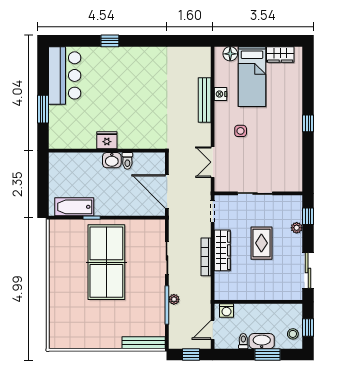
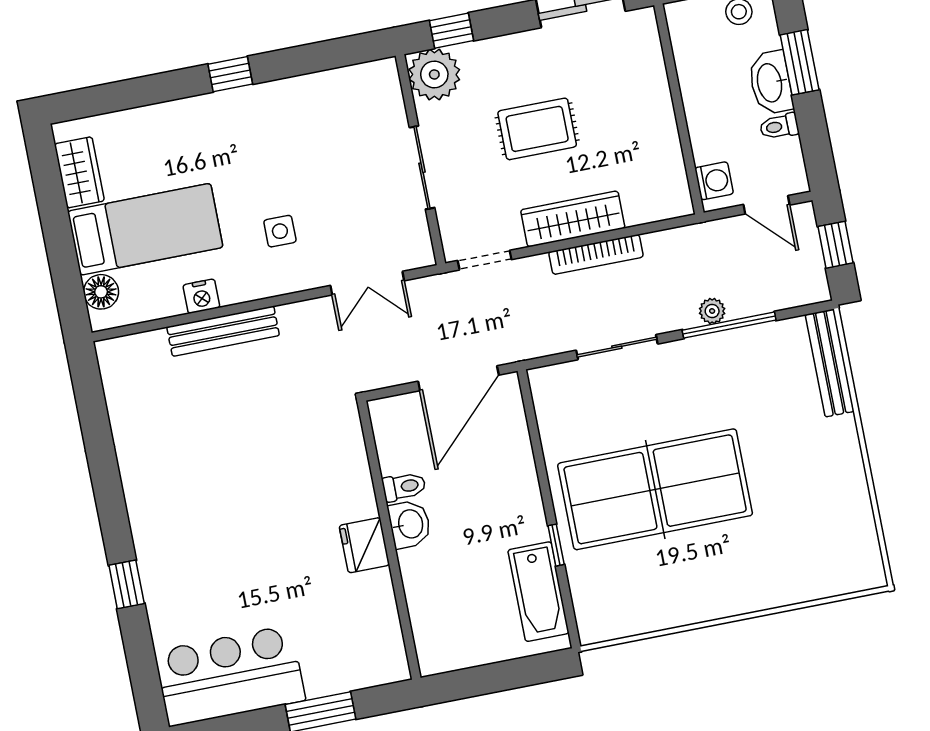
plant: (297, 228) -> (434, 74), moved, width x1.88, depth x1.88

